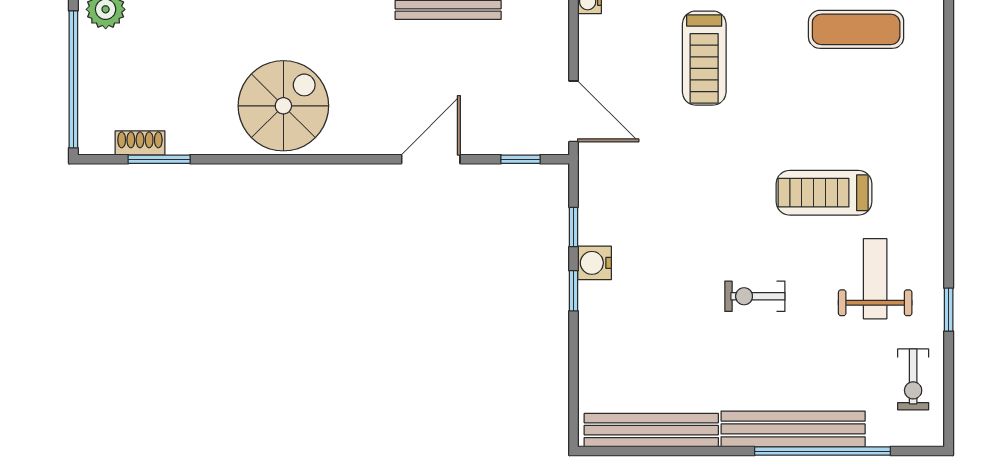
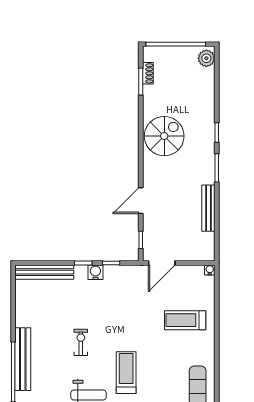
spiral stairs: (283, 106) -> (164, 136), turned -90
door: (431, 159) -> (141, 201), swing flipped
bench: (651, 430) -> (44, 272), moved, turned 90

